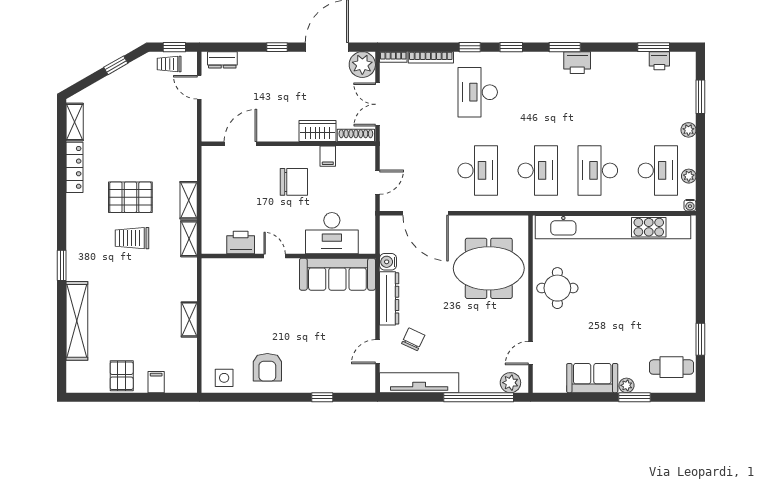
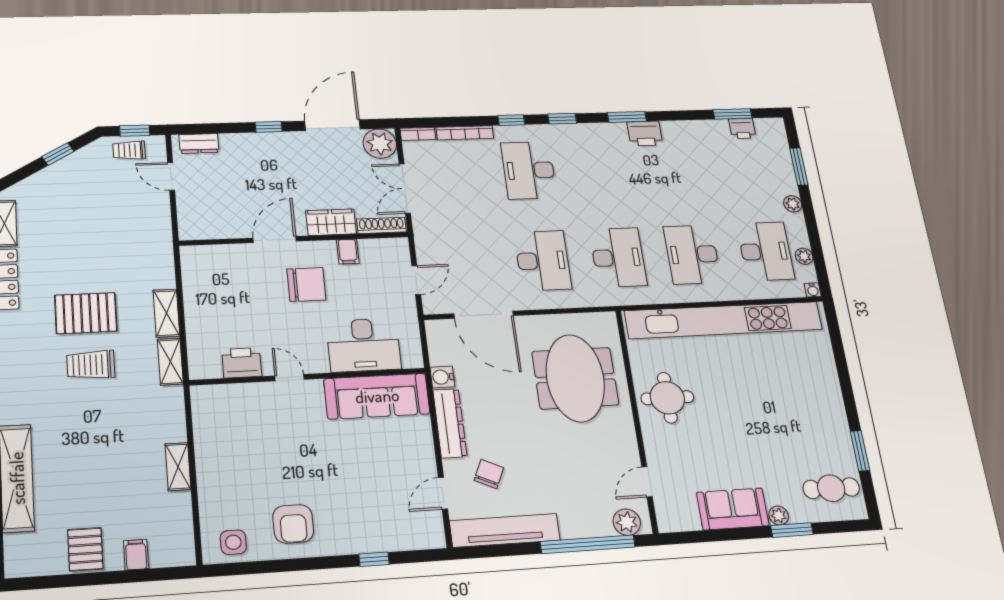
door: (240, 144) -> (275, 240), moved
meeting table: (489, 268) -> (575, 378), turned 90

